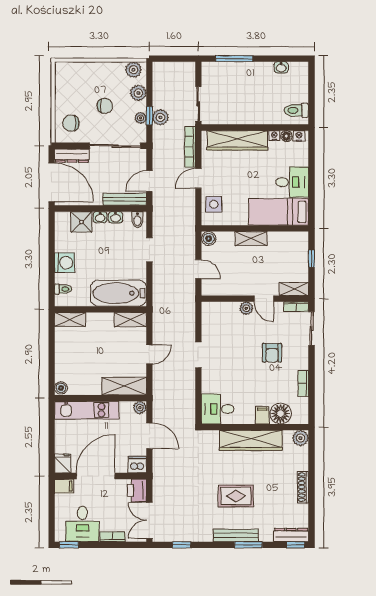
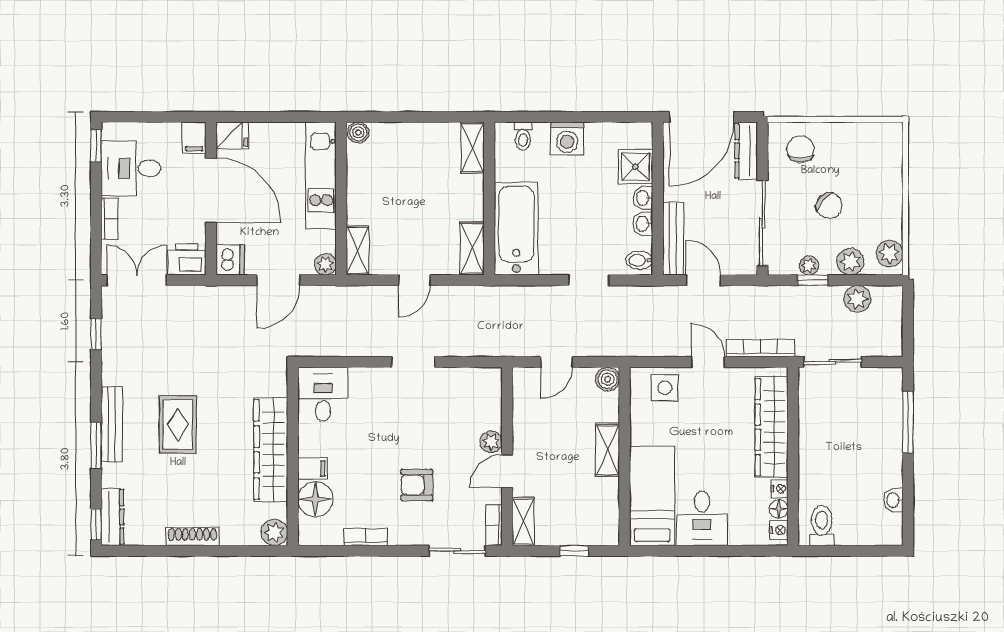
chair: (105, 106) -> (829, 206), turned -49
plant: (160, 117) -> (857, 299), moved
door: (149, 354) -> (414, 280), hinge flipped
shelving: (124, 386) -> (358, 250), width x0.67, depth x0.75

